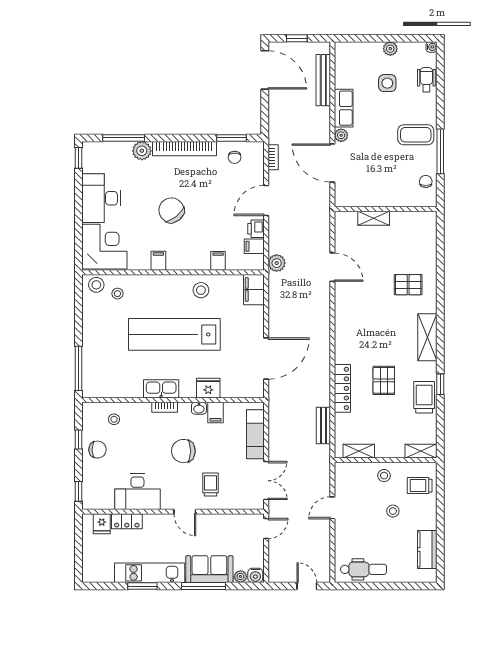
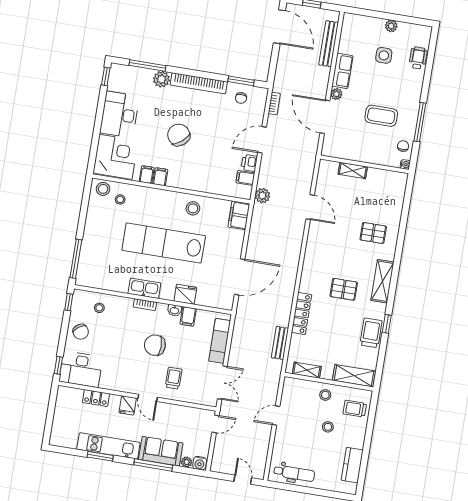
water cooler: (432, 47) -> (405, 164), moved
coffee table: (416, 135) -> (381, 116), moved
filing cabinet: (218, 261) -> (147, 175), moved
pallet: (384, 380) -> (344, 289), moved, turned 90
window: (79, 440) -> (69, 302), moved
chair: (97, 450) -> (81, 332), turned 54
shelving: (421, 451) -> (354, 376), width x1.50, depth x1.33
desk: (137, 492) -> (81, 369), moved
fridge: (102, 524) -> (128, 405), moved

